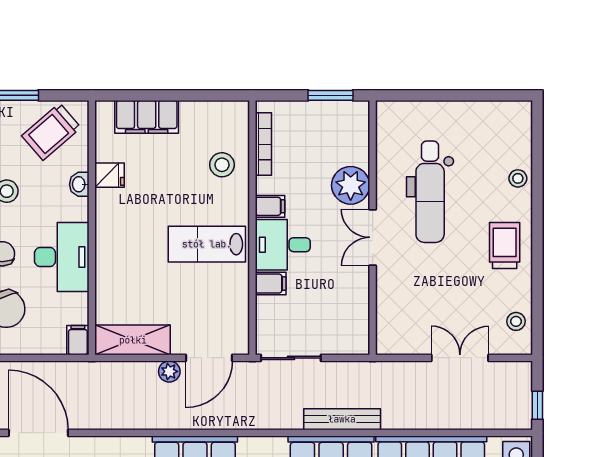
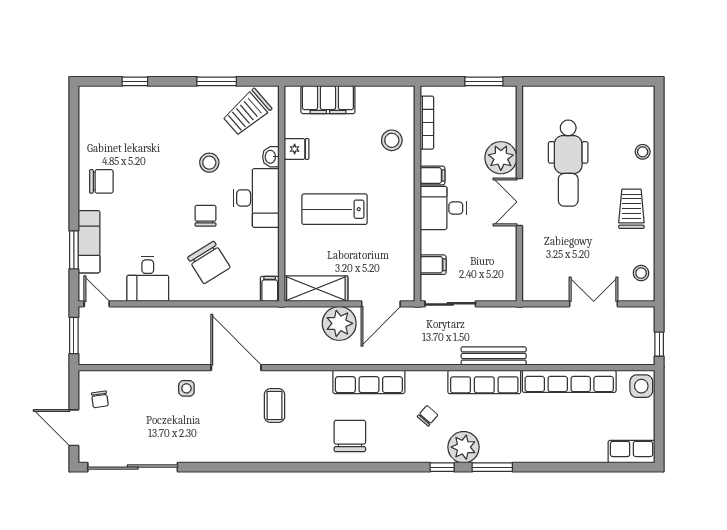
lab bench: (207, 244) -> (335, 209), moved
desk: (62, 257) -> (256, 198), moved
filing cabinet: (271, 284) -> (433, 265), moved
plant: (169, 371) -> (339, 323), width x1.88, depth x1.88

